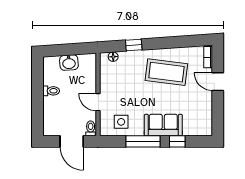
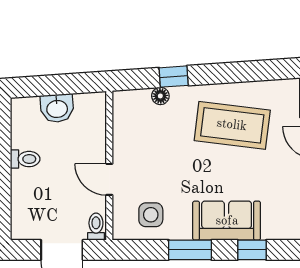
floor lamp: (113, 57) -> (160, 96), moved
window: (143, 141) -> (190, 250), width x0.69

